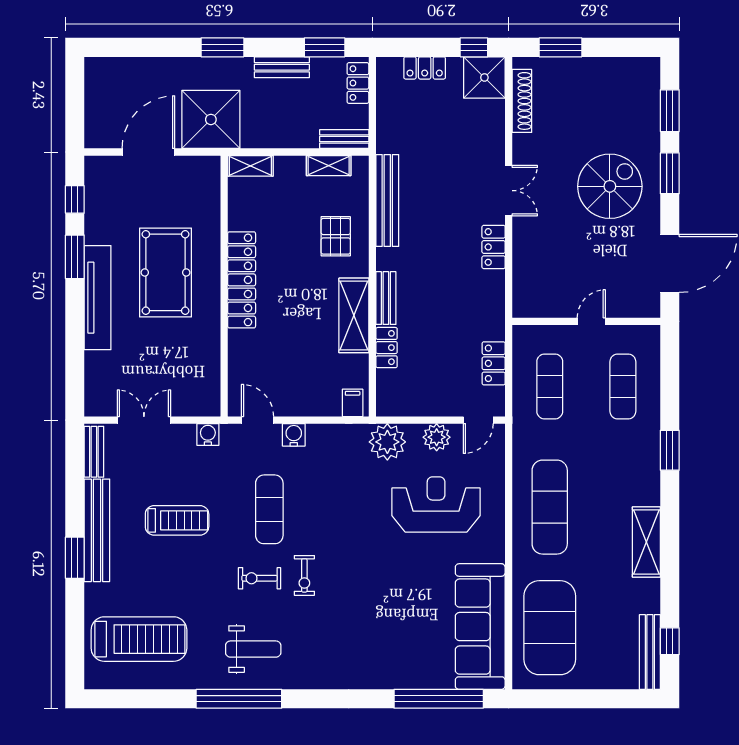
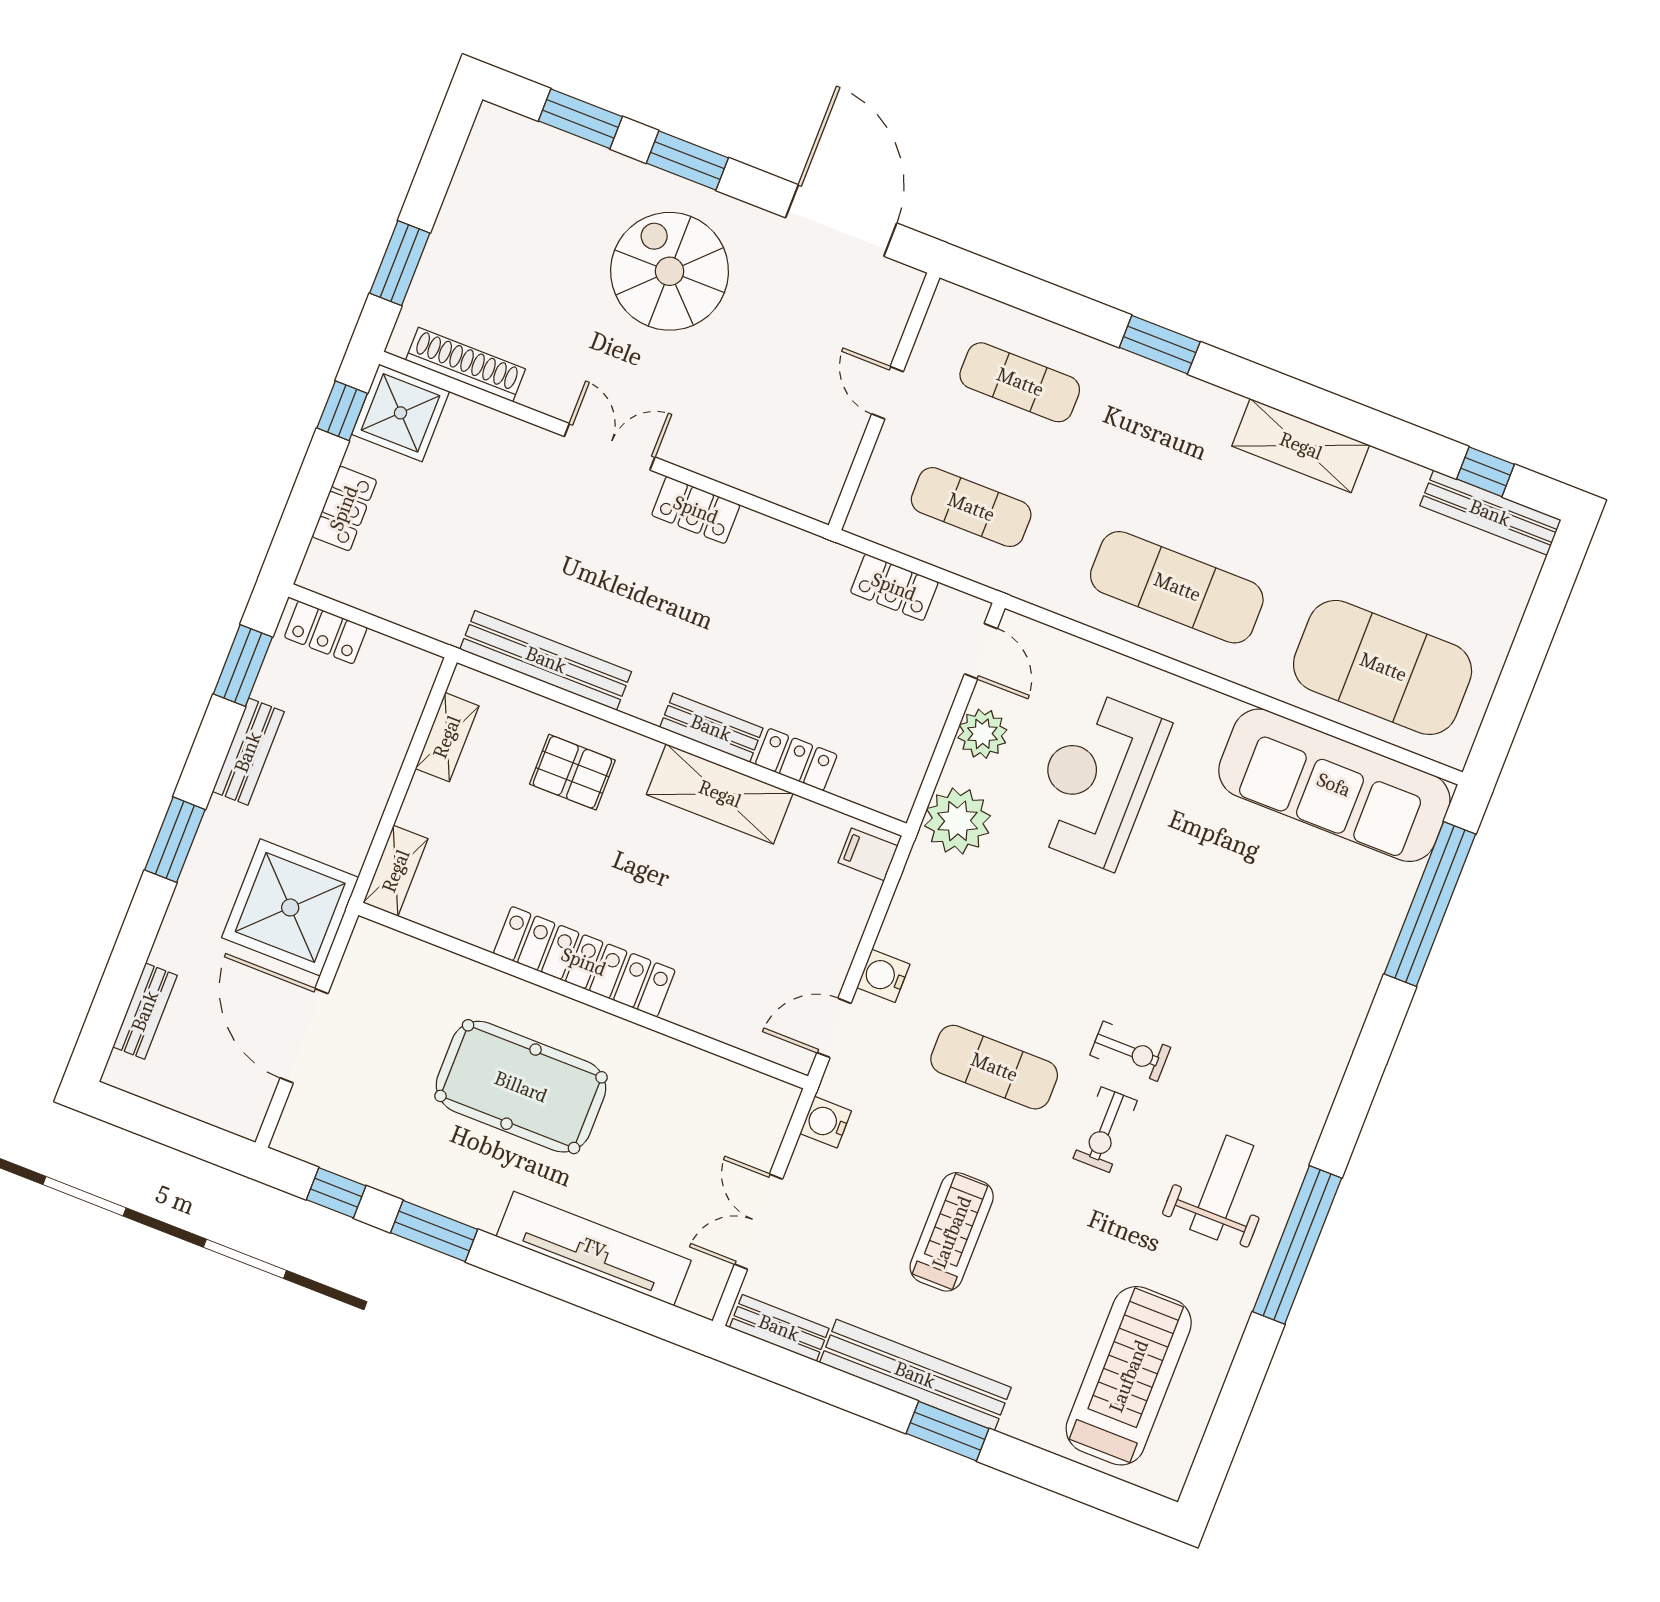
bench: (344, 139) -> (145, 1011), moved
tv unit: (98, 298) -> (594, 1248), moved

